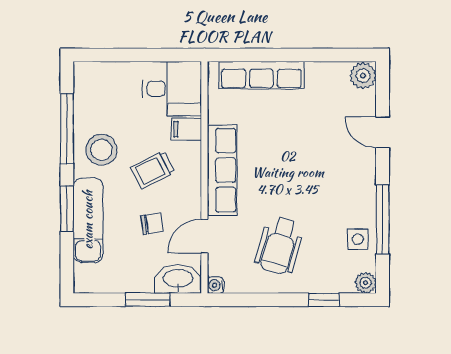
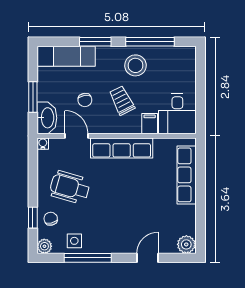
exam couch: (88, 220) -> (66, 56), moved
chair: (325, 274) -> (51, 219), added

